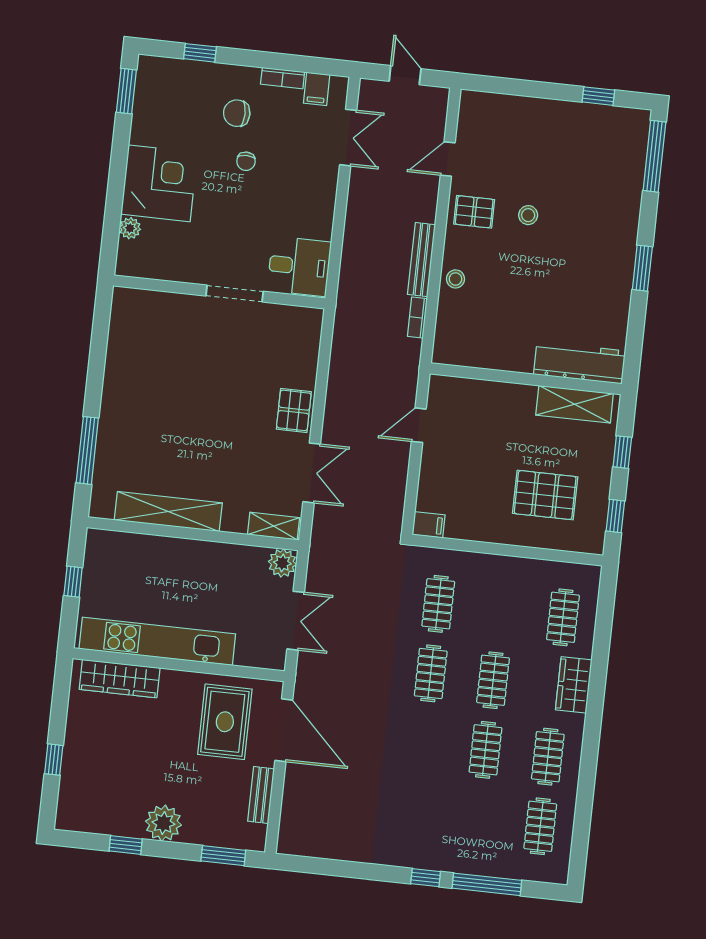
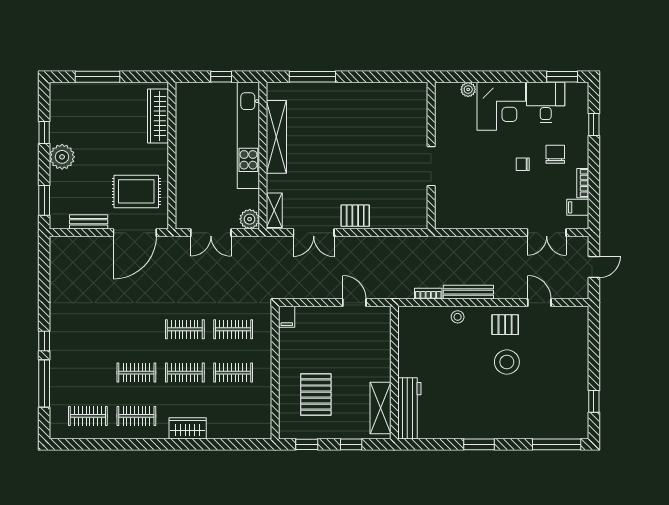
pallet: (474, 212) -> (505, 325), turned 90
stool: (528, 215) -> (507, 362), width x1.89, depth x1.89
desk: (299, 266) -> (546, 102), moved, turned 180
clothes rail: (563, 617) -> (233, 373), moved
kitchen unit: (157, 641) -> (248, 135), moved, turned 180
window: (54, 760) -> (97, 77), width x2.17

